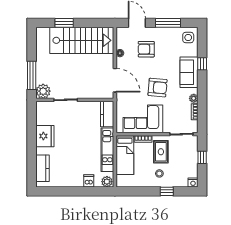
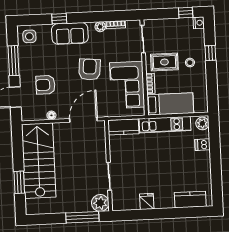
armchair: (146, 49) -> (45, 85), turned 90
fridge: (45, 136) -> (147, 201), width x0.53, depth x0.75
window: (202, 157) -> (186, 13), moved

